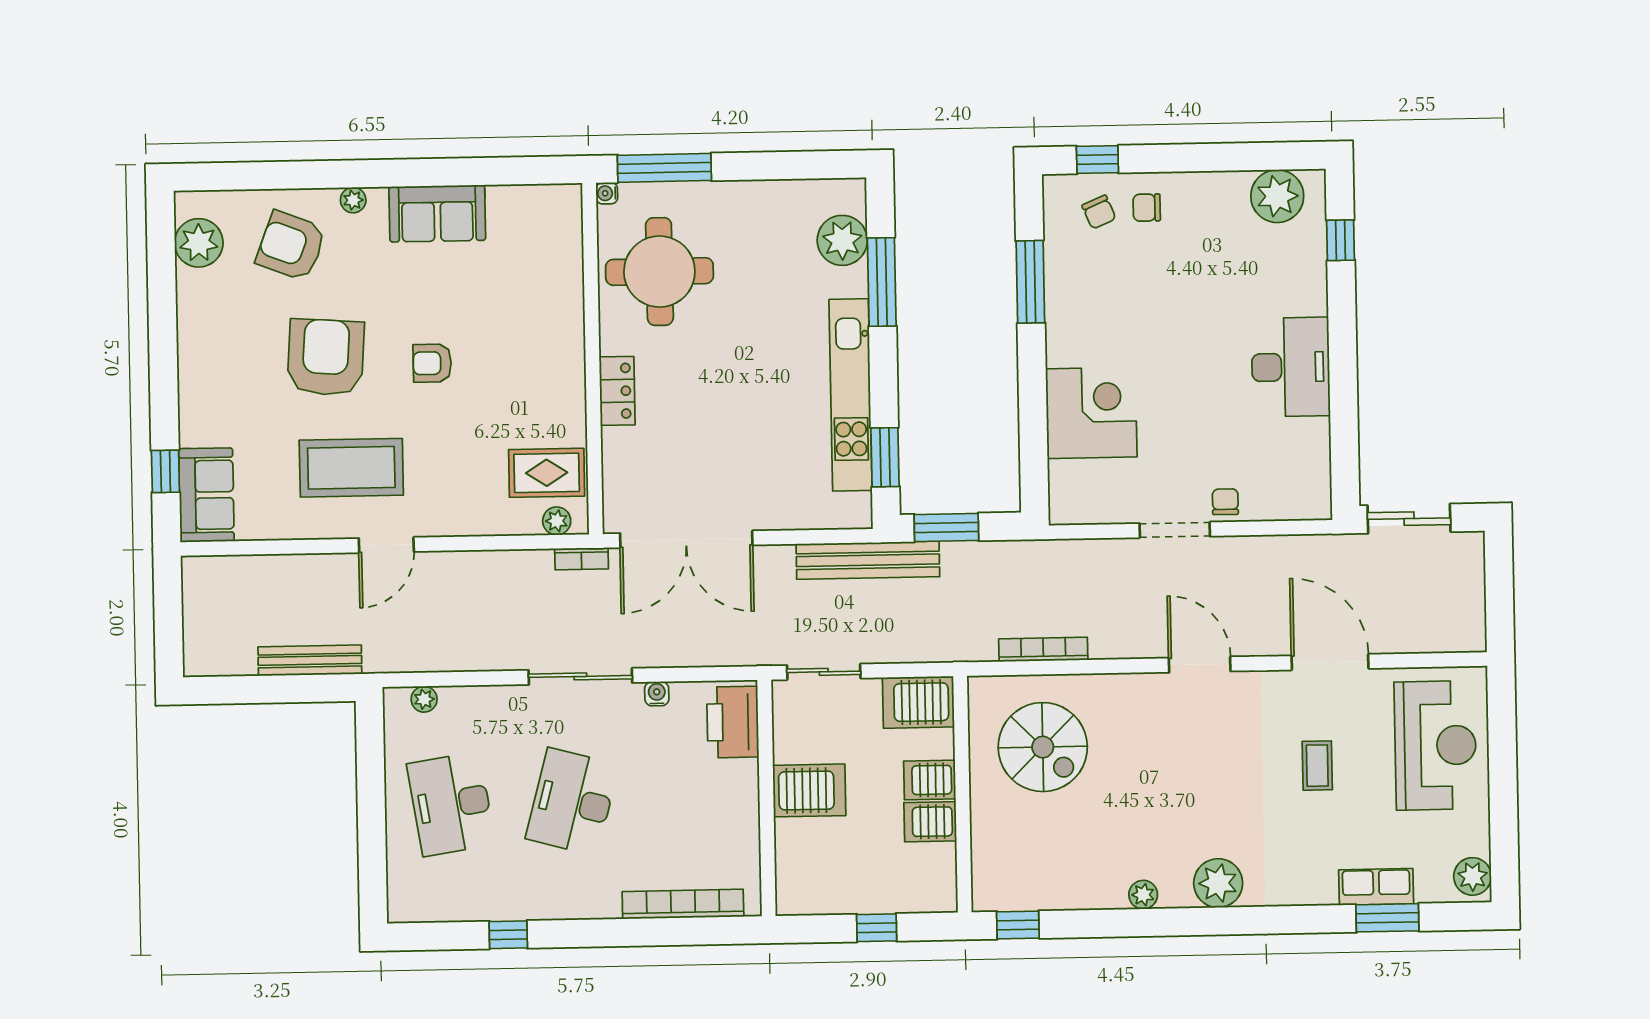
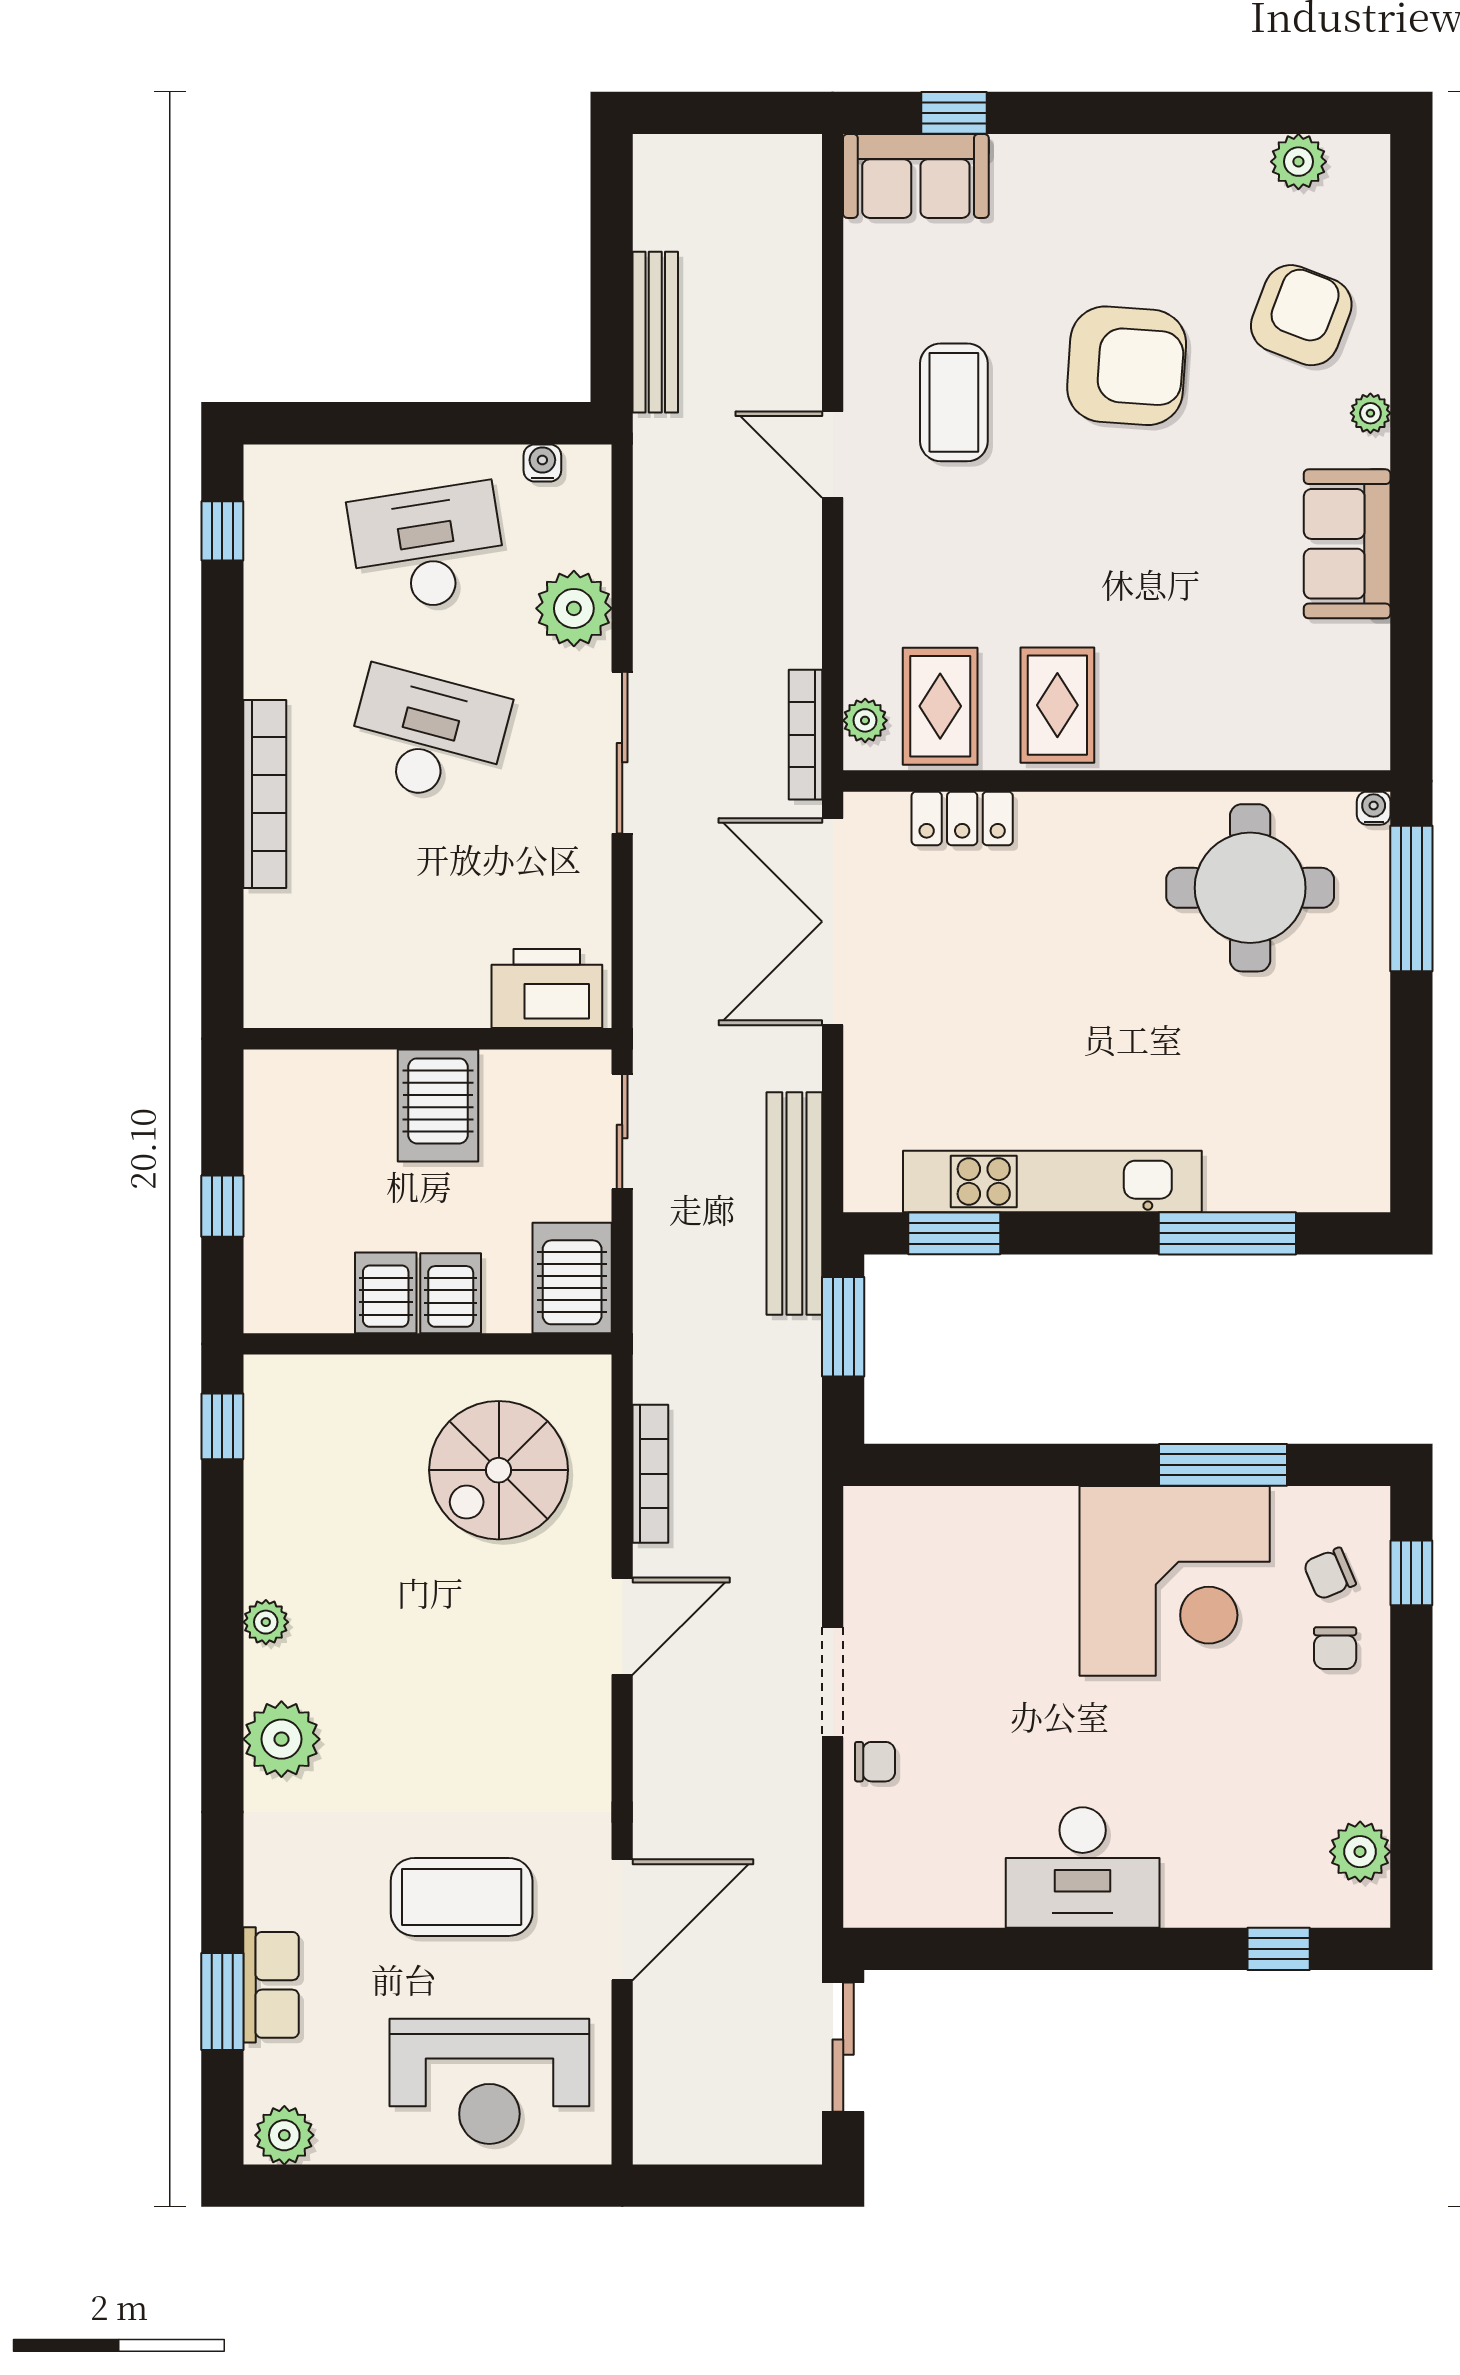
plant: (1277, 196) -> (1360, 1852), width x0.73, depth x0.73
chair: (1147, 208) -> (1335, 1648), turned 180
plant: (842, 240) -> (1293, 1173), removed
plant: (199, 243) -> (1298, 162), width x0.73, depth x0.73
armchair: (432, 363) -> (1114, 531), removed
locker: (617, 391) -> (962, 818), moved
rug: (544, 398) -> (1057, 705), added
corner desk: (1091, 413) -> (1175, 1581), moved, width x1.36, depth x1.36
coffee table: (351, 468) -> (954, 402), width x0.73, depth x0.76
bookcase: (582, 559) -> (805, 735), width x1.56
door: (1200, 665) -> (622, 1626), moved
water cooler: (657, 694) -> (542, 463), moved, turned -90
plant: (424, 699) -> (574, 608), moved, width x1.88, depth x1.88
coffee table: (1317, 766) -> (462, 1897), width x1.86, depth x1.72
bookcase: (683, 904) -> (265, 794), moved
window: (508, 935) -> (222, 531), moved

